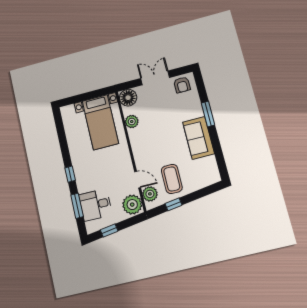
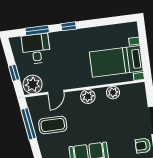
floor lamp: (128, 98) -> (137, 91), removed
plant: (150, 194) -> (88, 96), moved
window: (173, 204) -> (29, 124), width x2.17
window: (109, 230) -> (14, 73), moved

